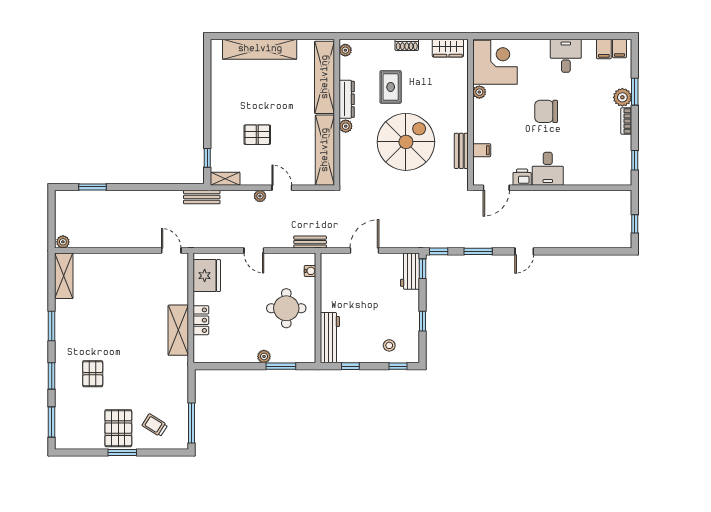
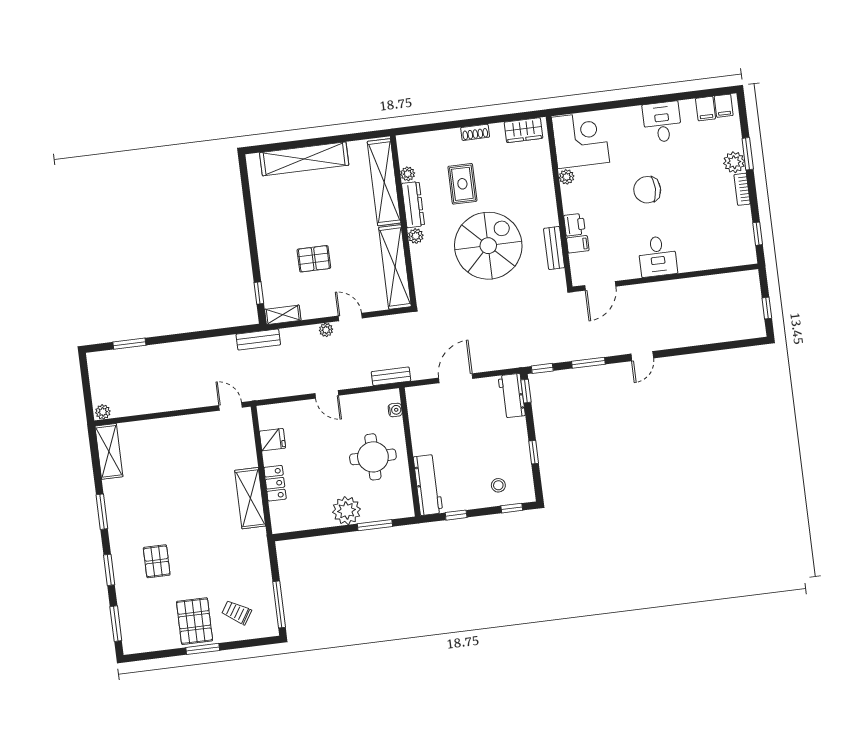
plant: (345, 50) -> (408, 174), moved
printer: (522, 177) -> (575, 225), moved, turned 90
fridge: (207, 276) -> (272, 440), width x0.53, depth x0.75
plant: (264, 356) -> (346, 511), width x1.87, depth x1.87

